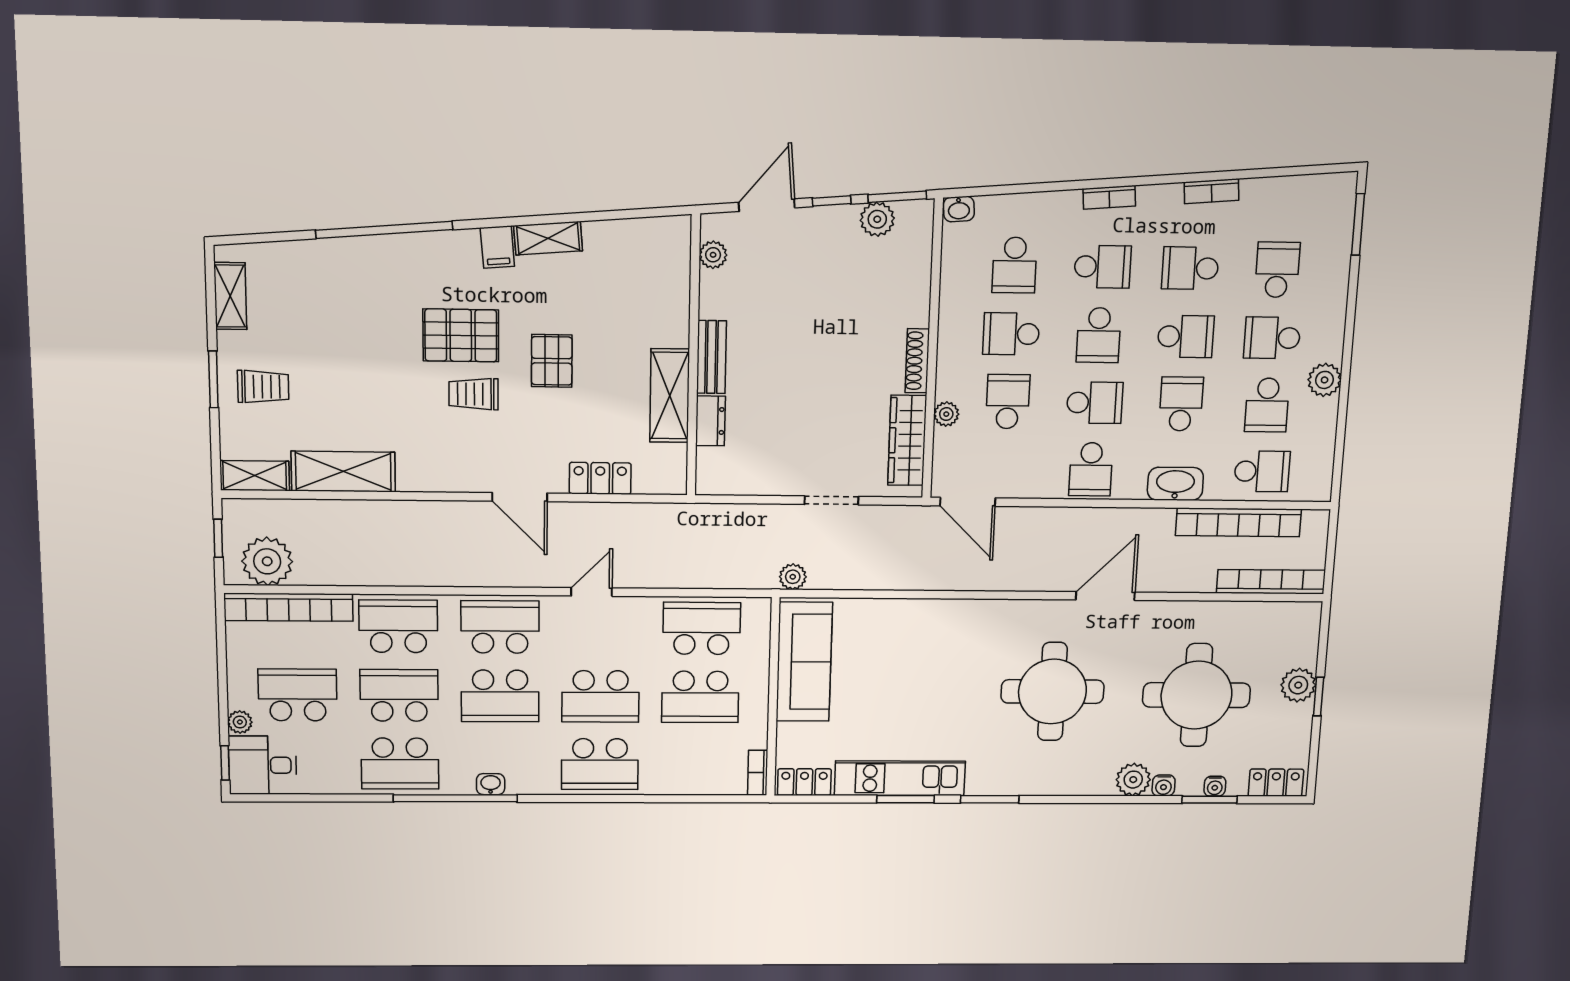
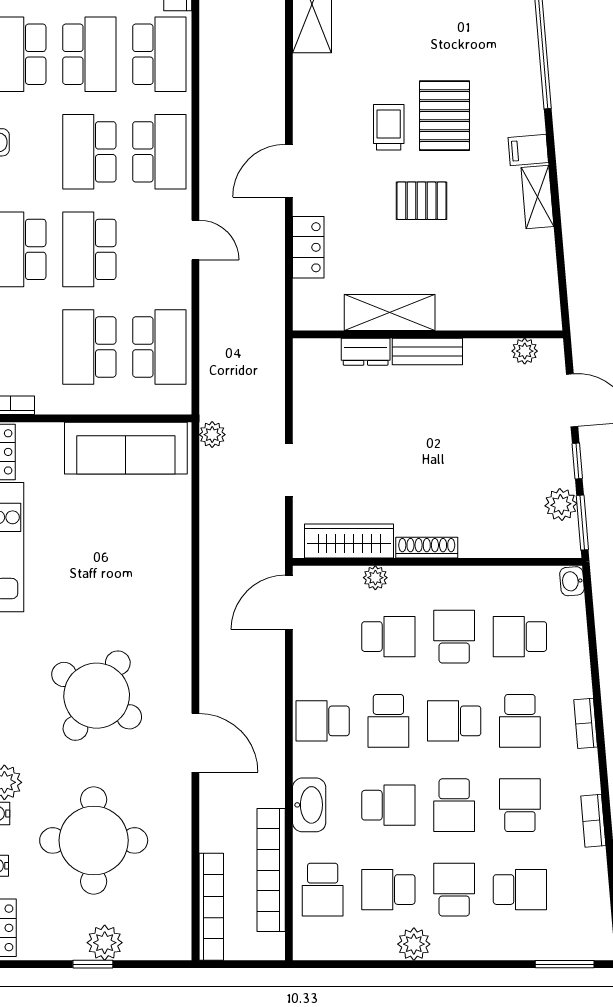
round table: (1052, 692) -> (97, 696), turned 33

